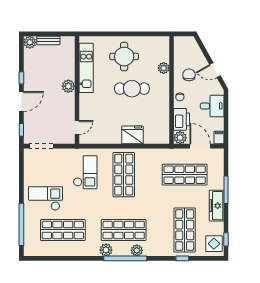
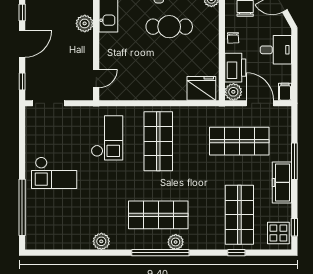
fridge: (132, 135) -> (201, 88), moved
checkout: (46, 198) -> (54, 173), turned 180
shop shelf: (63, 230) -> (77, 215), removed
plant: (106, 250) -> (101, 241), moved

